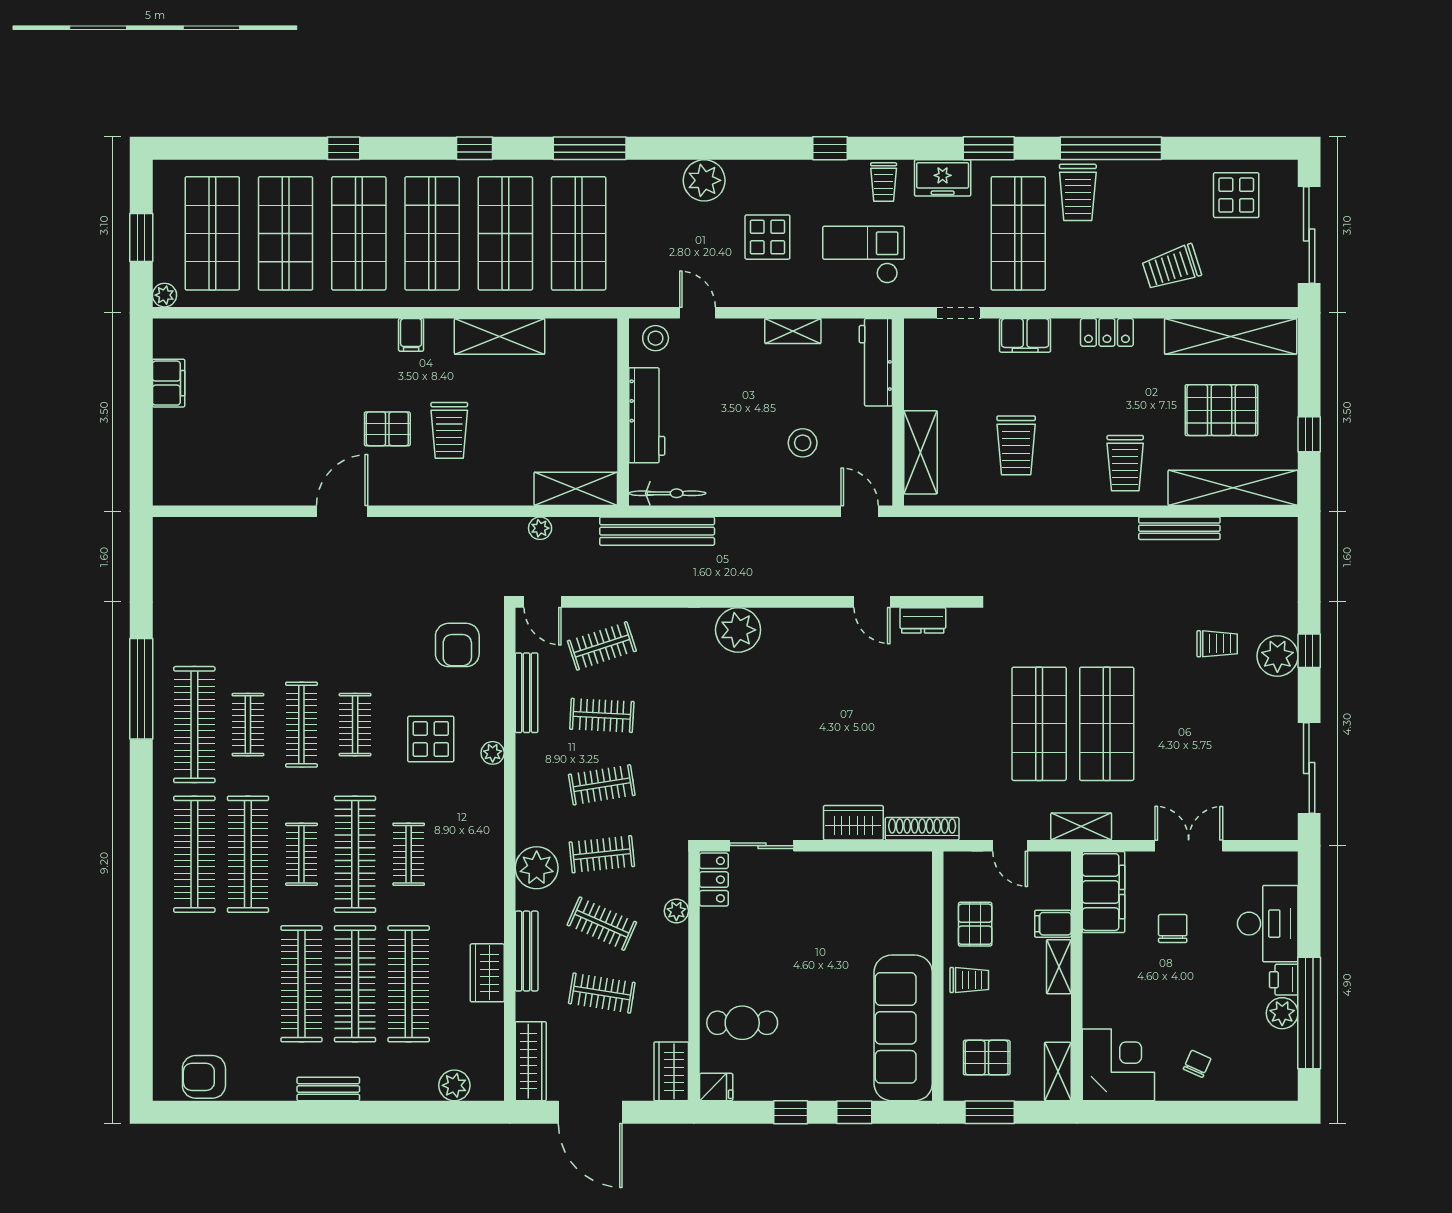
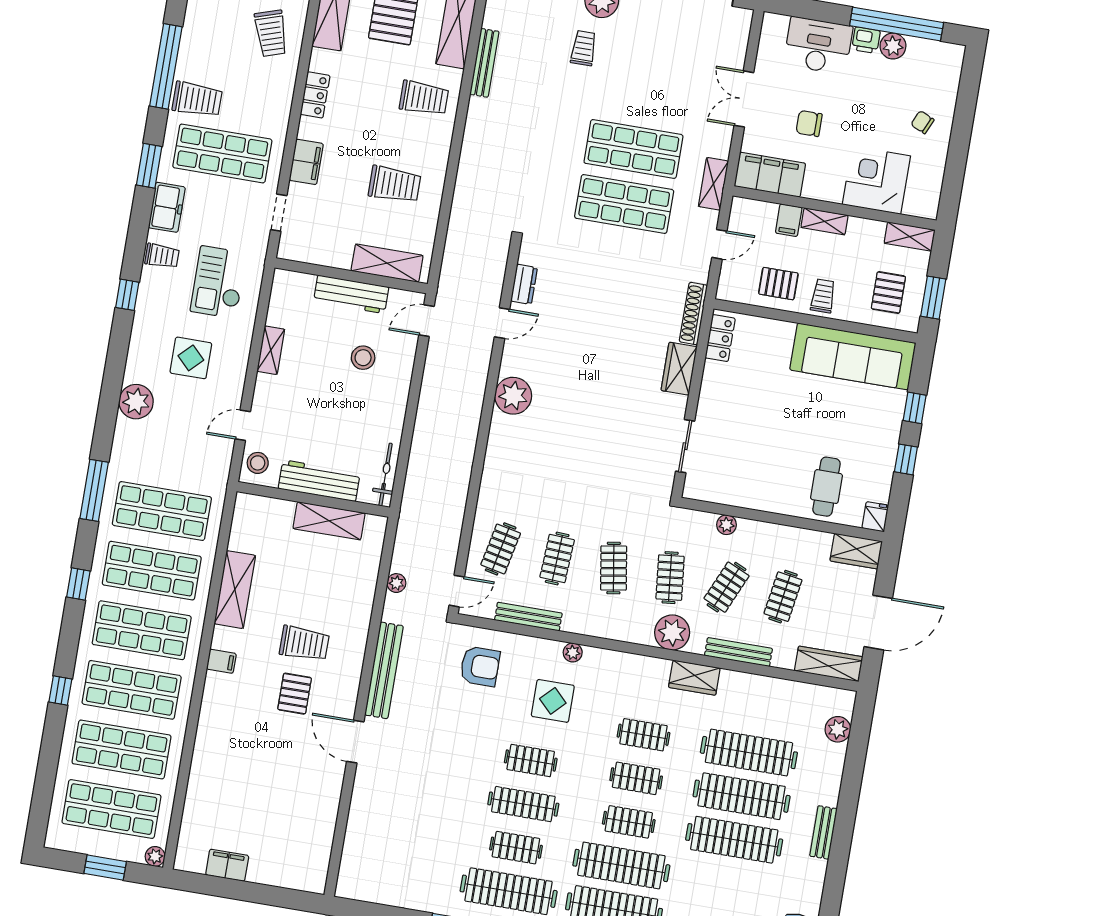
workbench: (876, 362) -> (351, 294), moved
shelving: (576, 489) -> (329, 521), moved, turned 90
bench: (657, 531) -> (384, 670), moved
plant: (738, 630) -> (513, 396), moved
clothes rail: (602, 646) -> (501, 549), turned 30
clothes rail: (355, 854) -> (636, 778), width x0.54, depth x0.76
locker: (714, 880) -> (720, 338), moved, turned 90
wardrobe: (487, 973) -> (694, 678), moved
corner desk: (1118, 1065) -> (876, 180), moved

